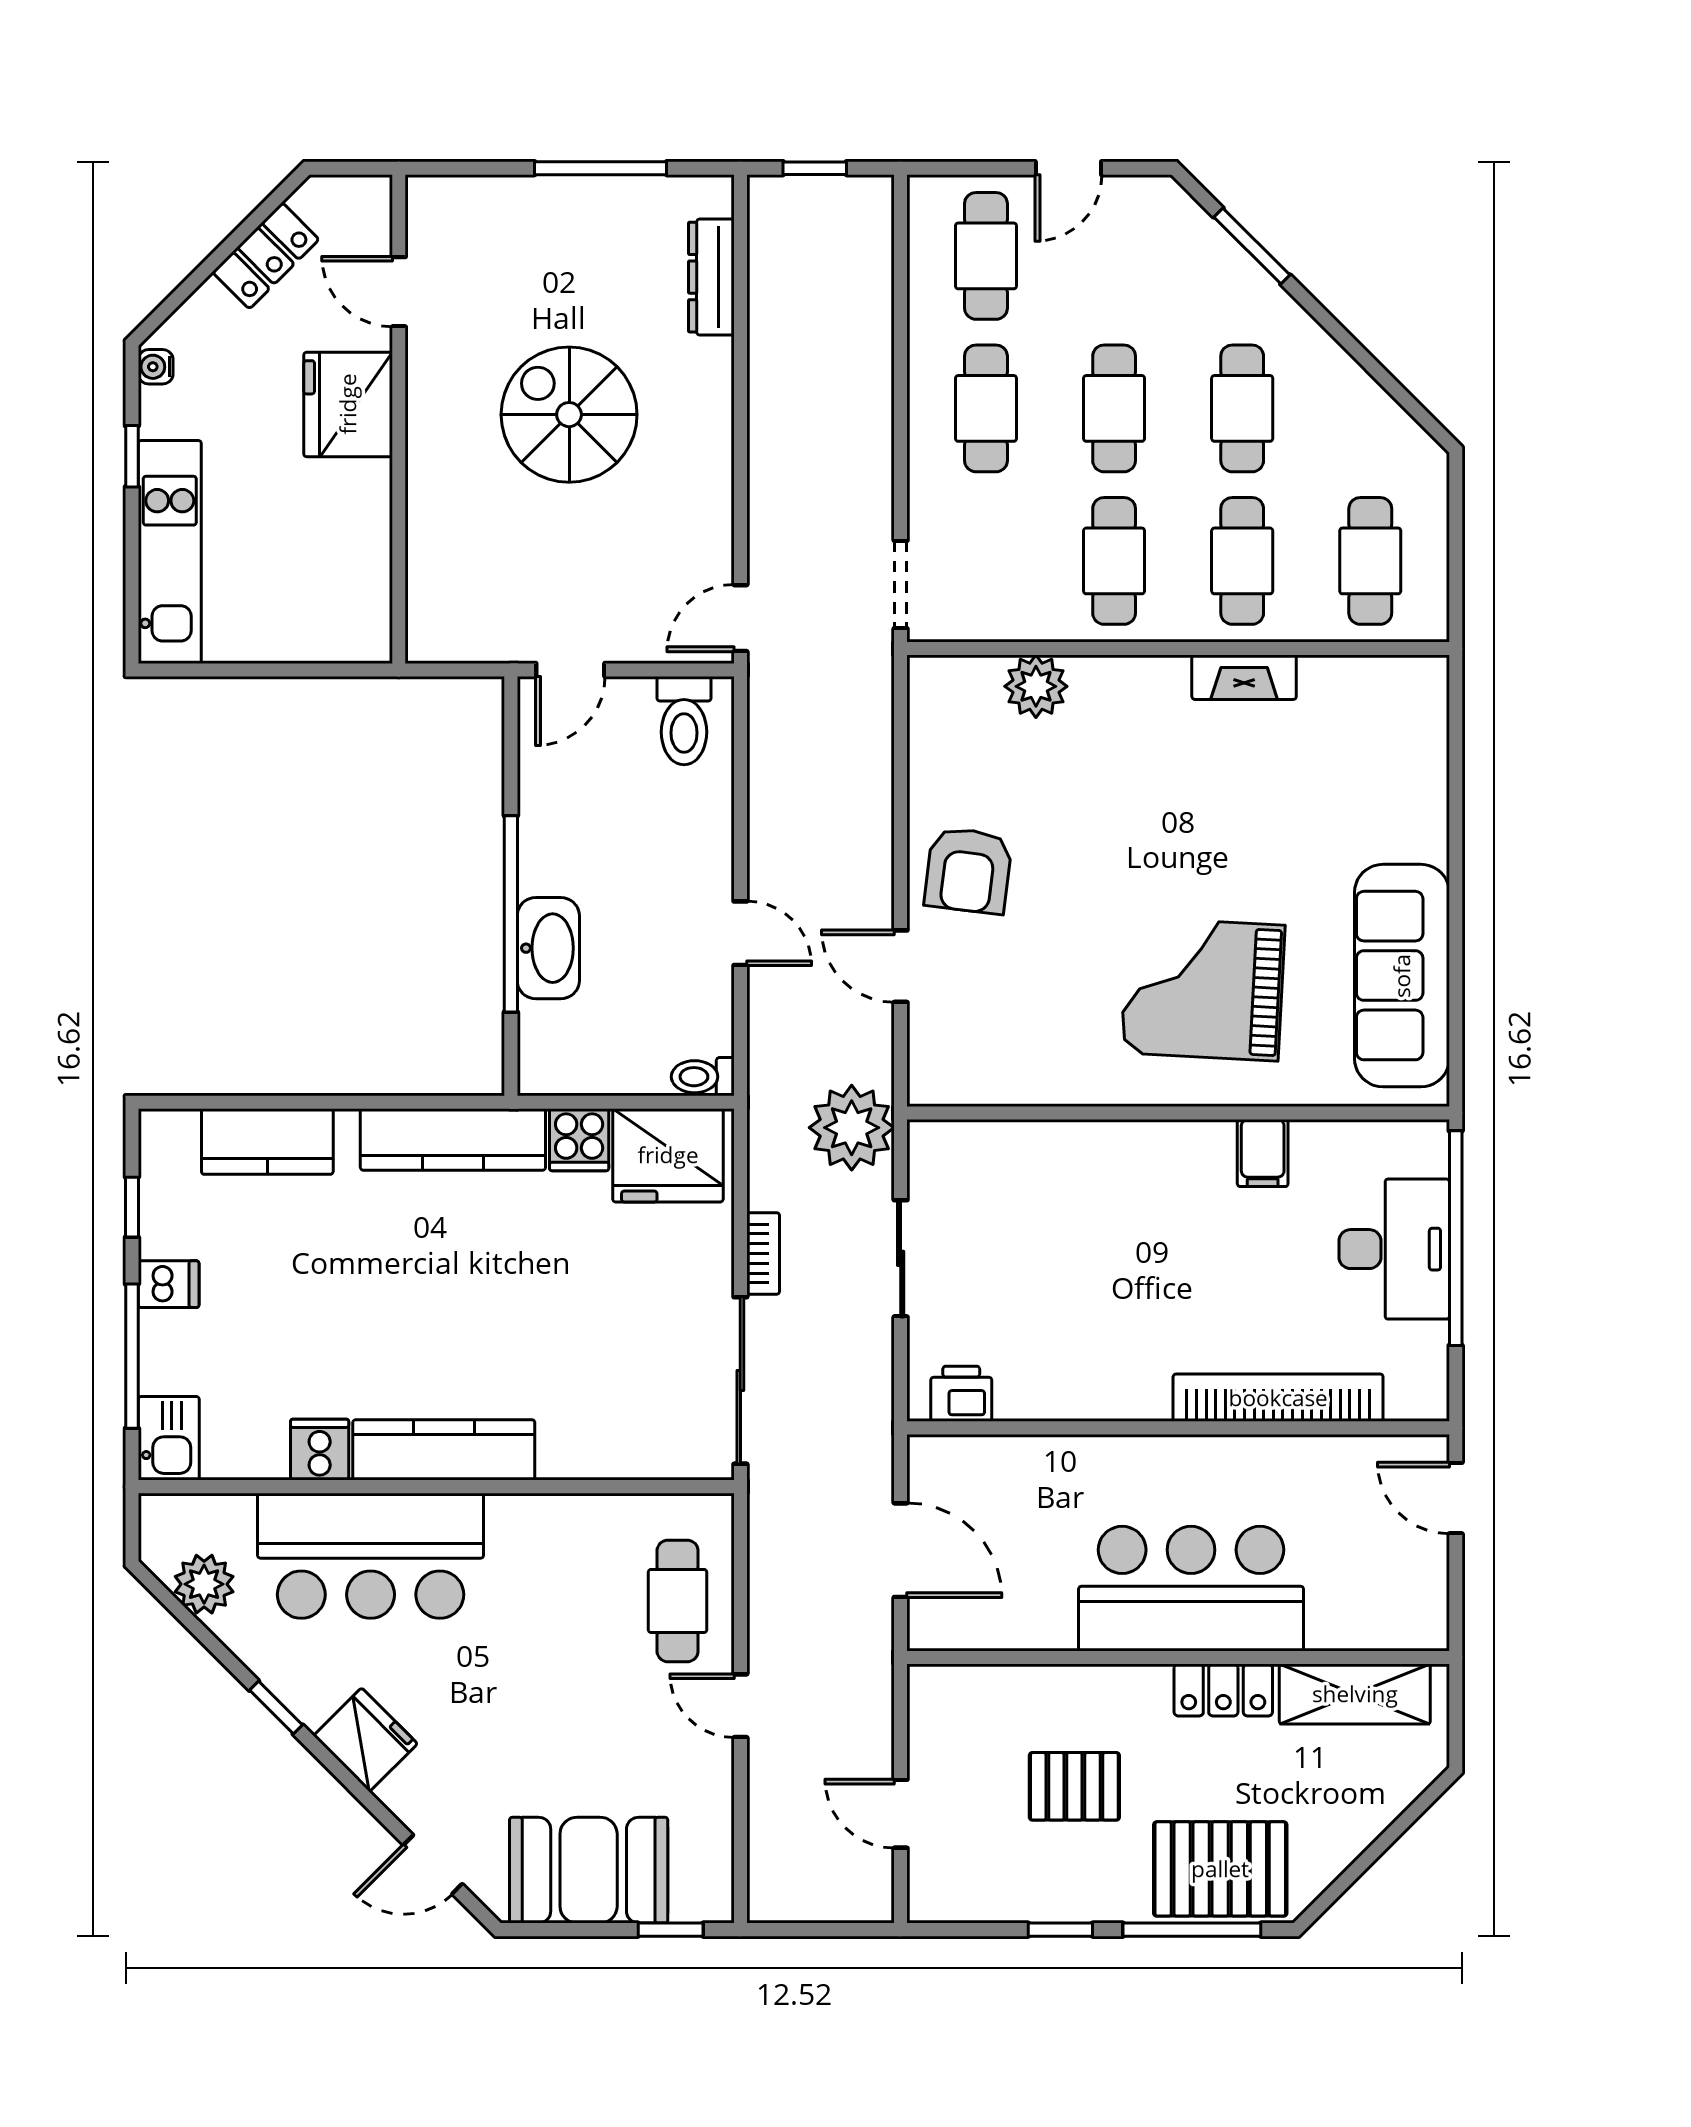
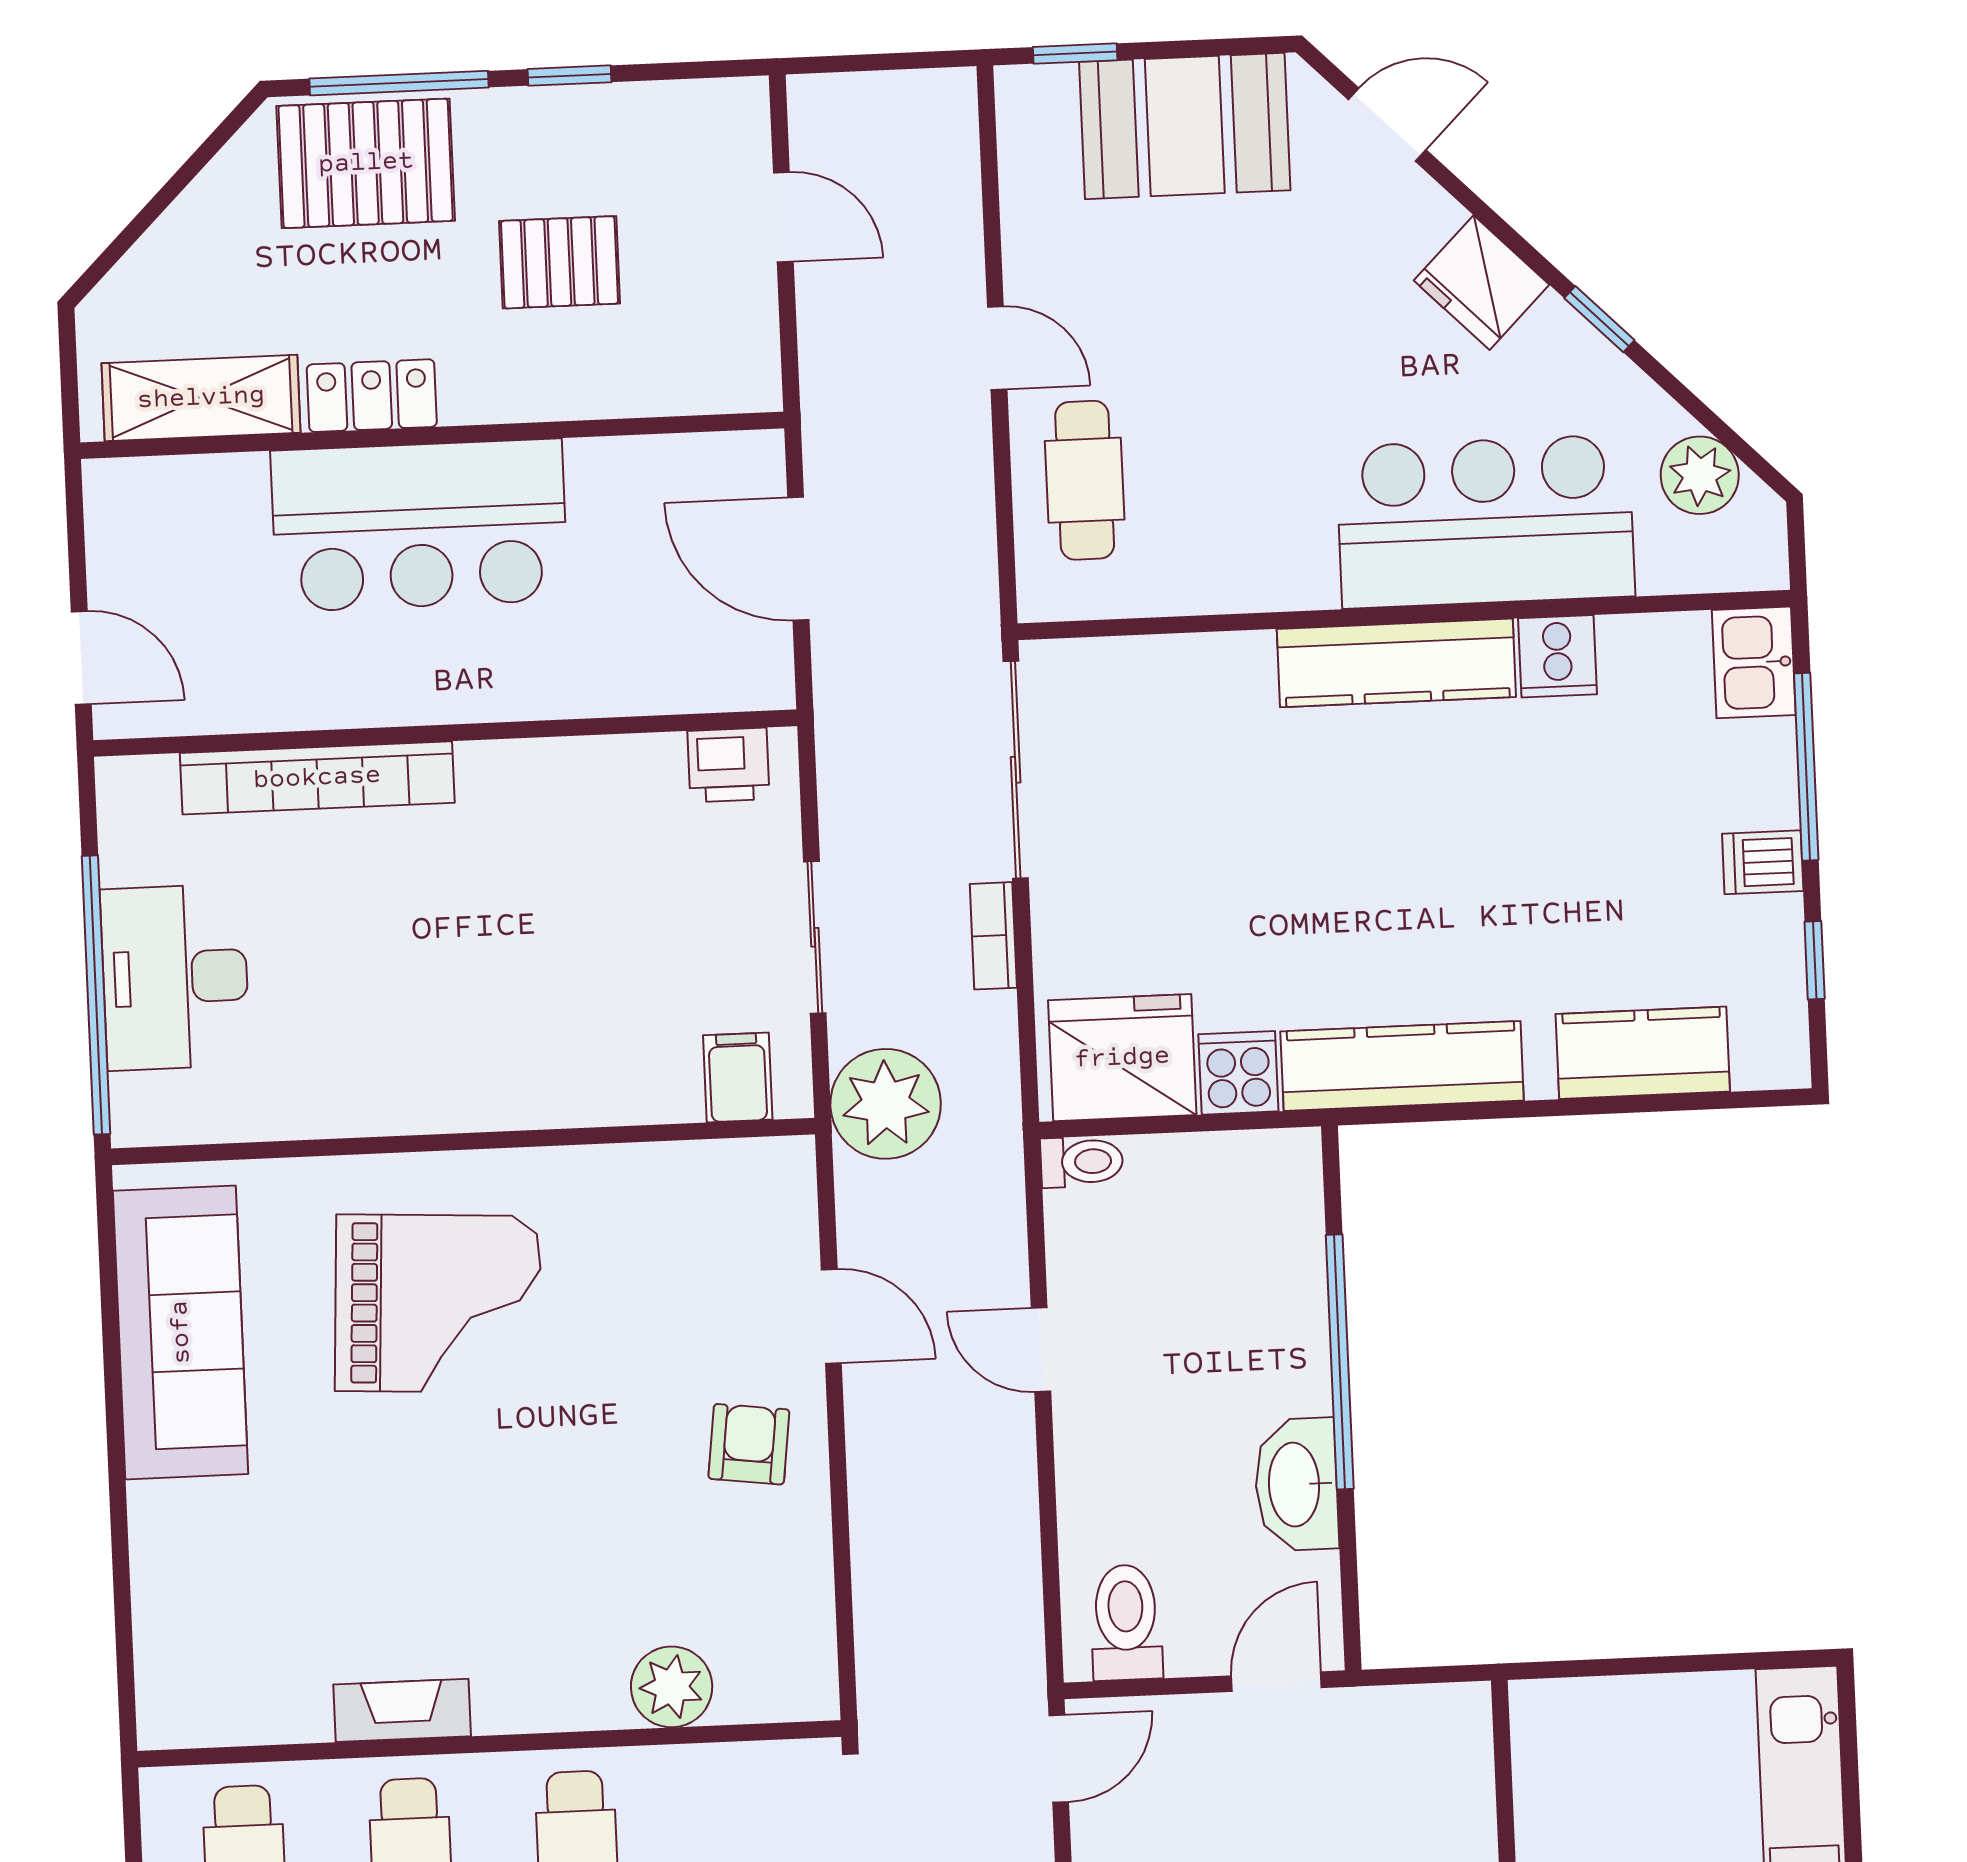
armchair: (968, 870) -> (749, 1444), width x0.72, depth x0.72
washbasin: (548, 948) -> (1296, 1484), moved
filing cabinet: (1263, 1153) -> (738, 1077), moved

